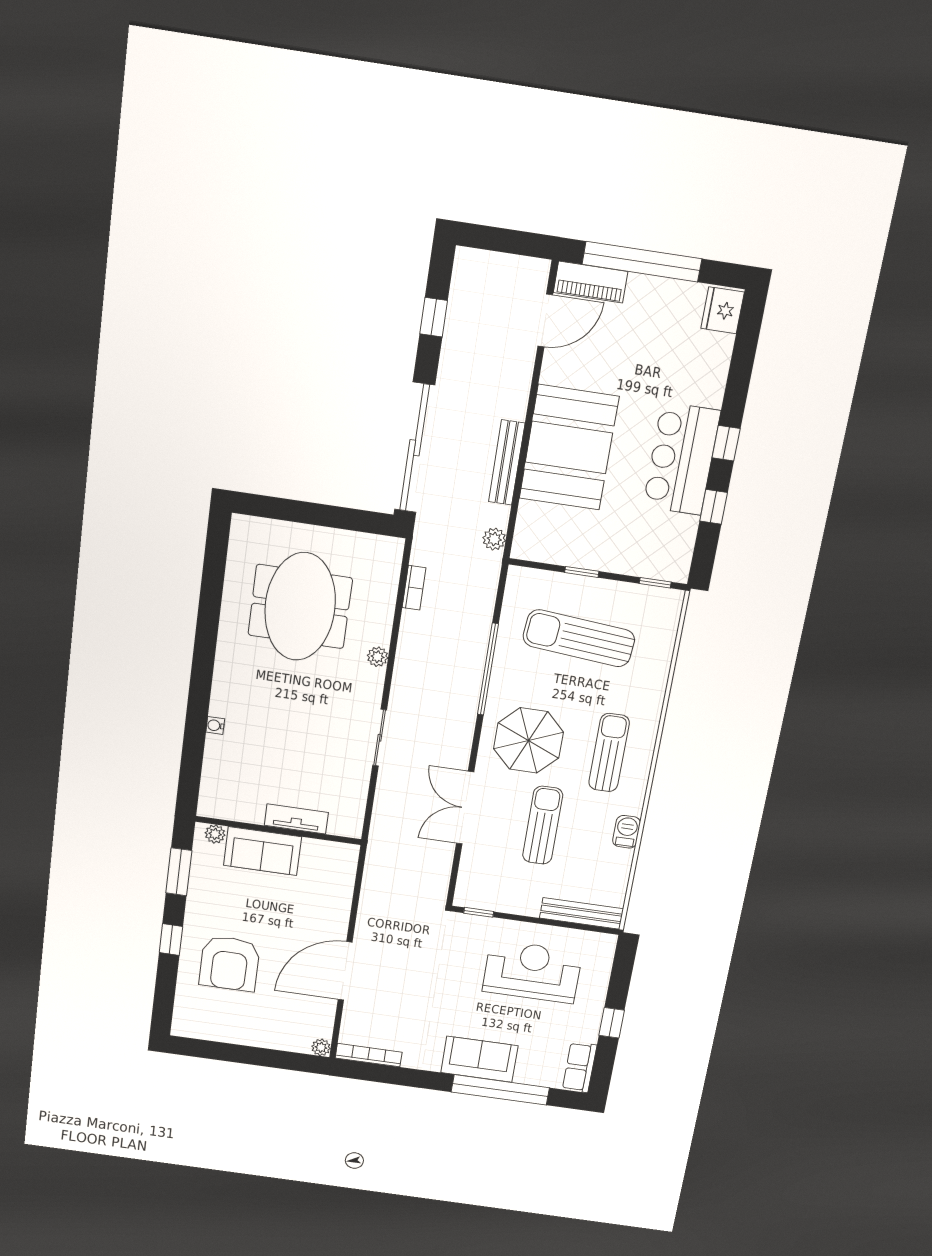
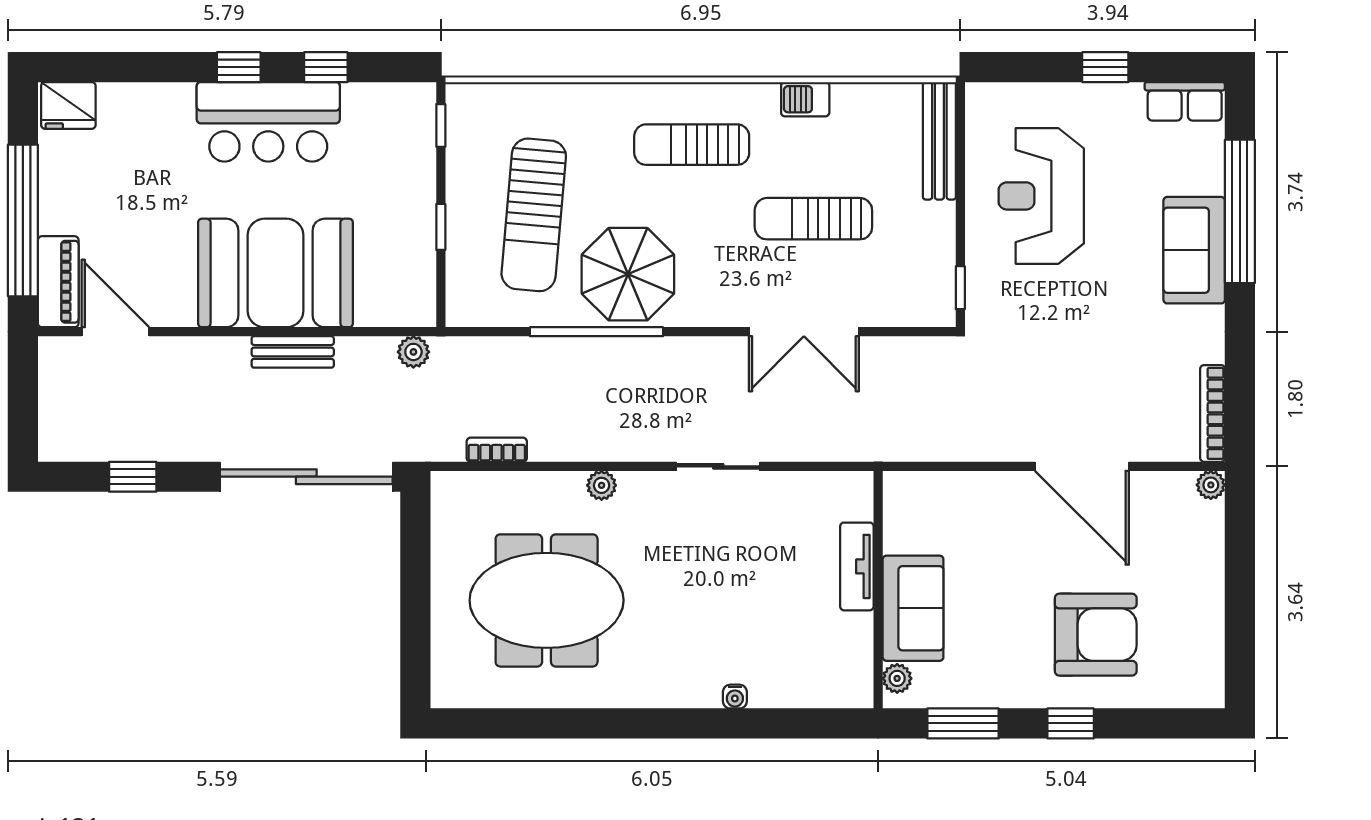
bench: (507, 462) -> (293, 352), width x0.73
parasol: (528, 740) -> (628, 274), moved

